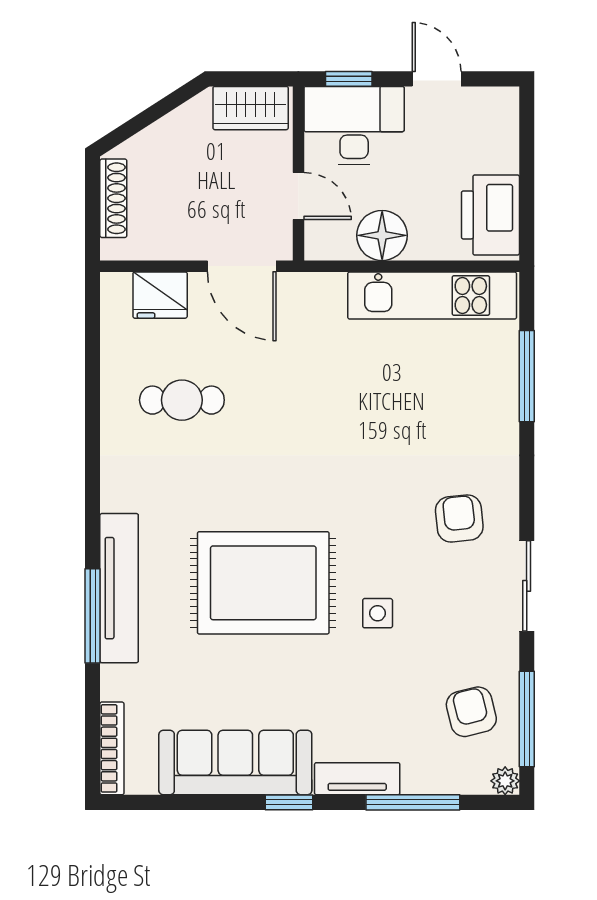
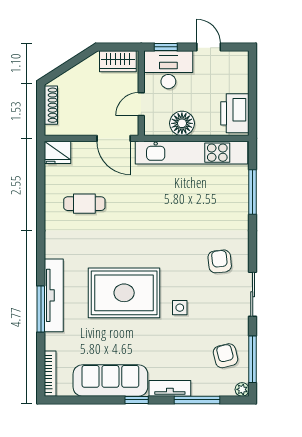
door: (298, 196) -> (141, 104), swing flipped
fridge: (160, 295) -> (58, 152), moved
kitchen unit: (432, 296) -> (192, 153), width x1.36

